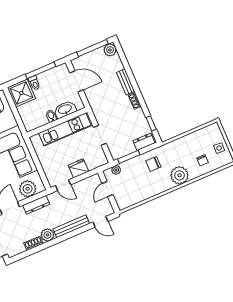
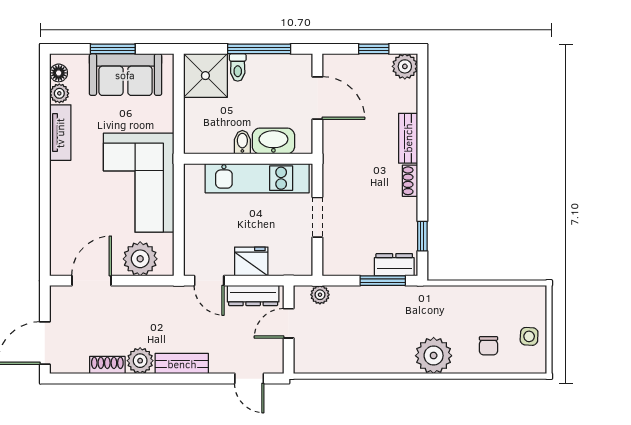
window: (92, 48) -> (374, 49), width x0.46
window: (129, 157) -> (383, 281), moved
chair: (153, 164) -> (394, 314), removed
dresser: (36, 205) -> (253, 295), moved
bench: (71, 226) -> (182, 364), width x0.73

